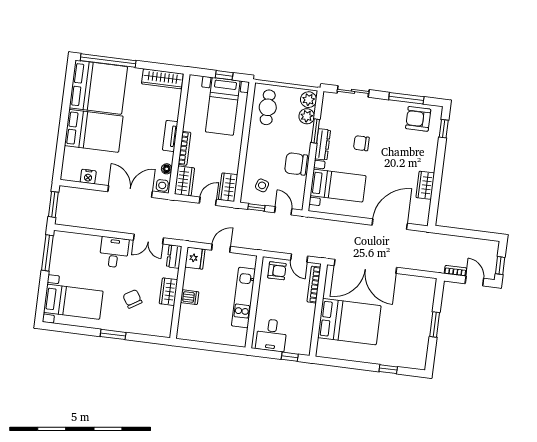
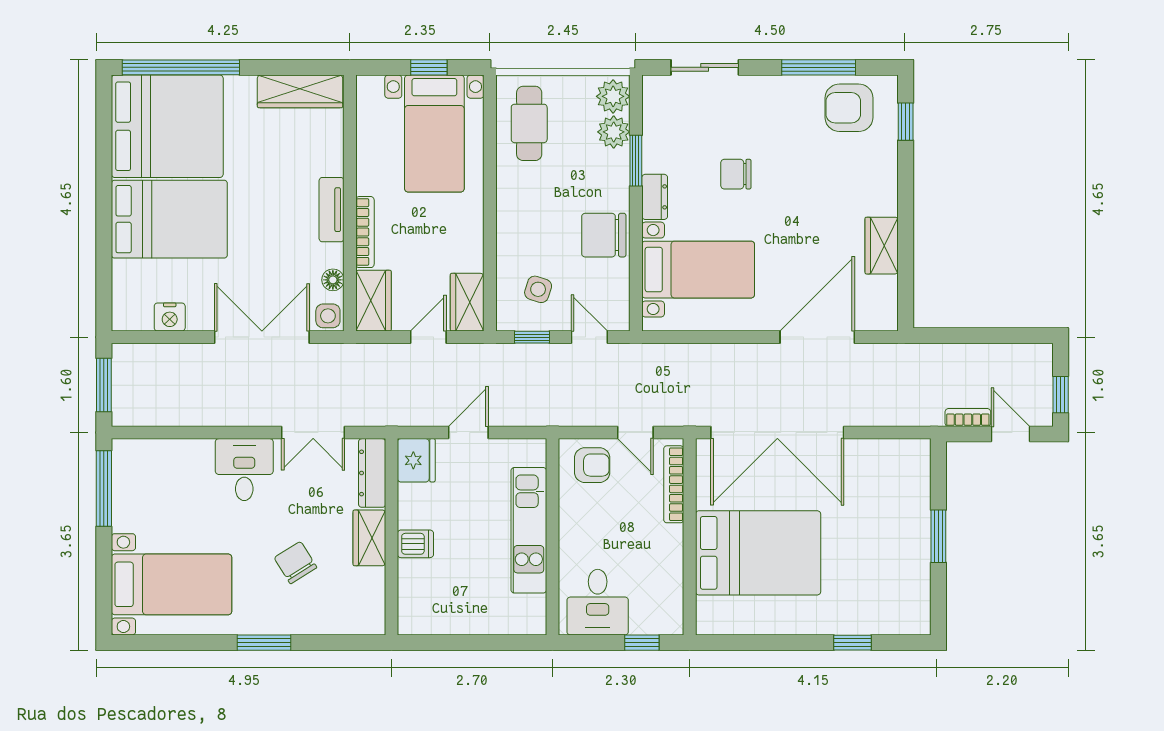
dresser: (323, 144) -> (655, 197), width x0.70
dresser: (174, 257) -> (372, 473), width x1.44

